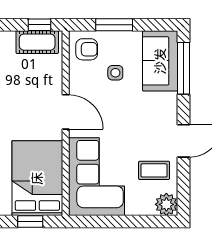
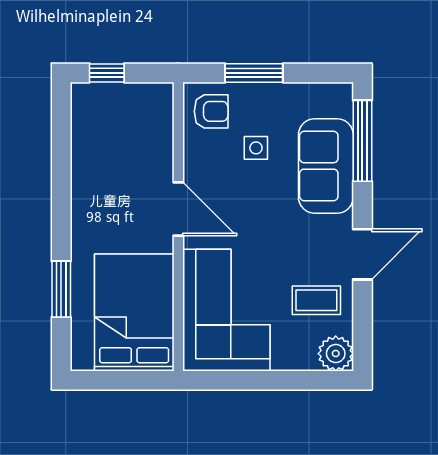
window: (40, 25) -> (107, 73), moved
cot: (37, 42) -> (134, 100), removed
sofa: (160, 61) -> (326, 166), moved
window: (30, 222) -> (123, 380), removed

